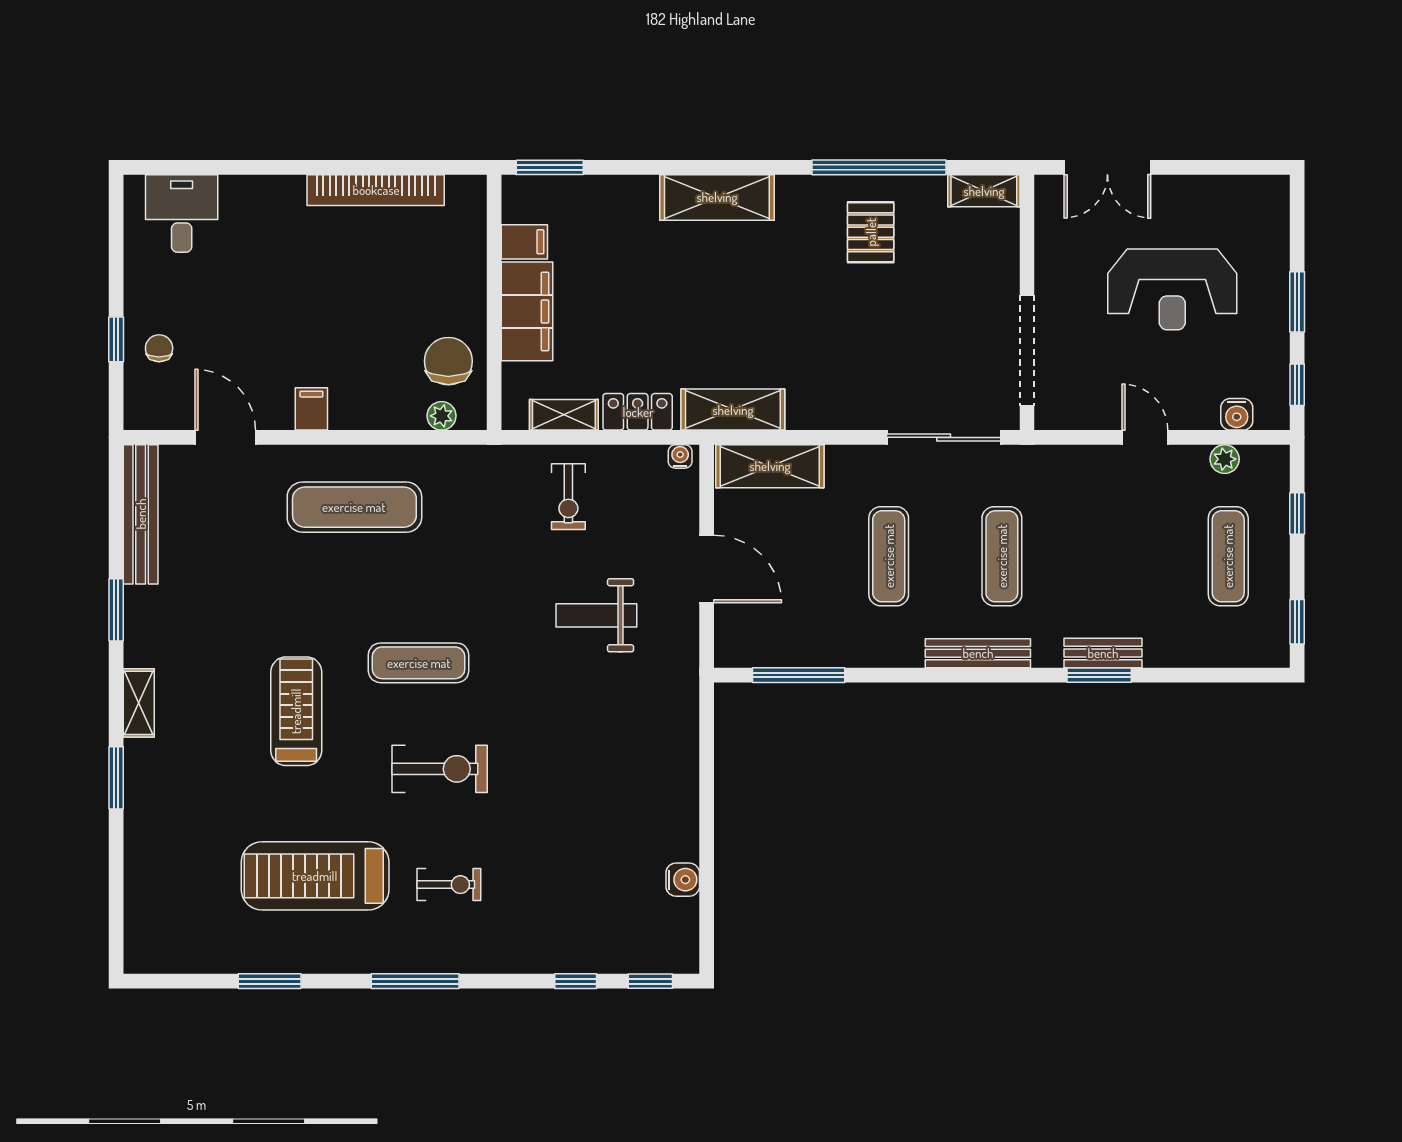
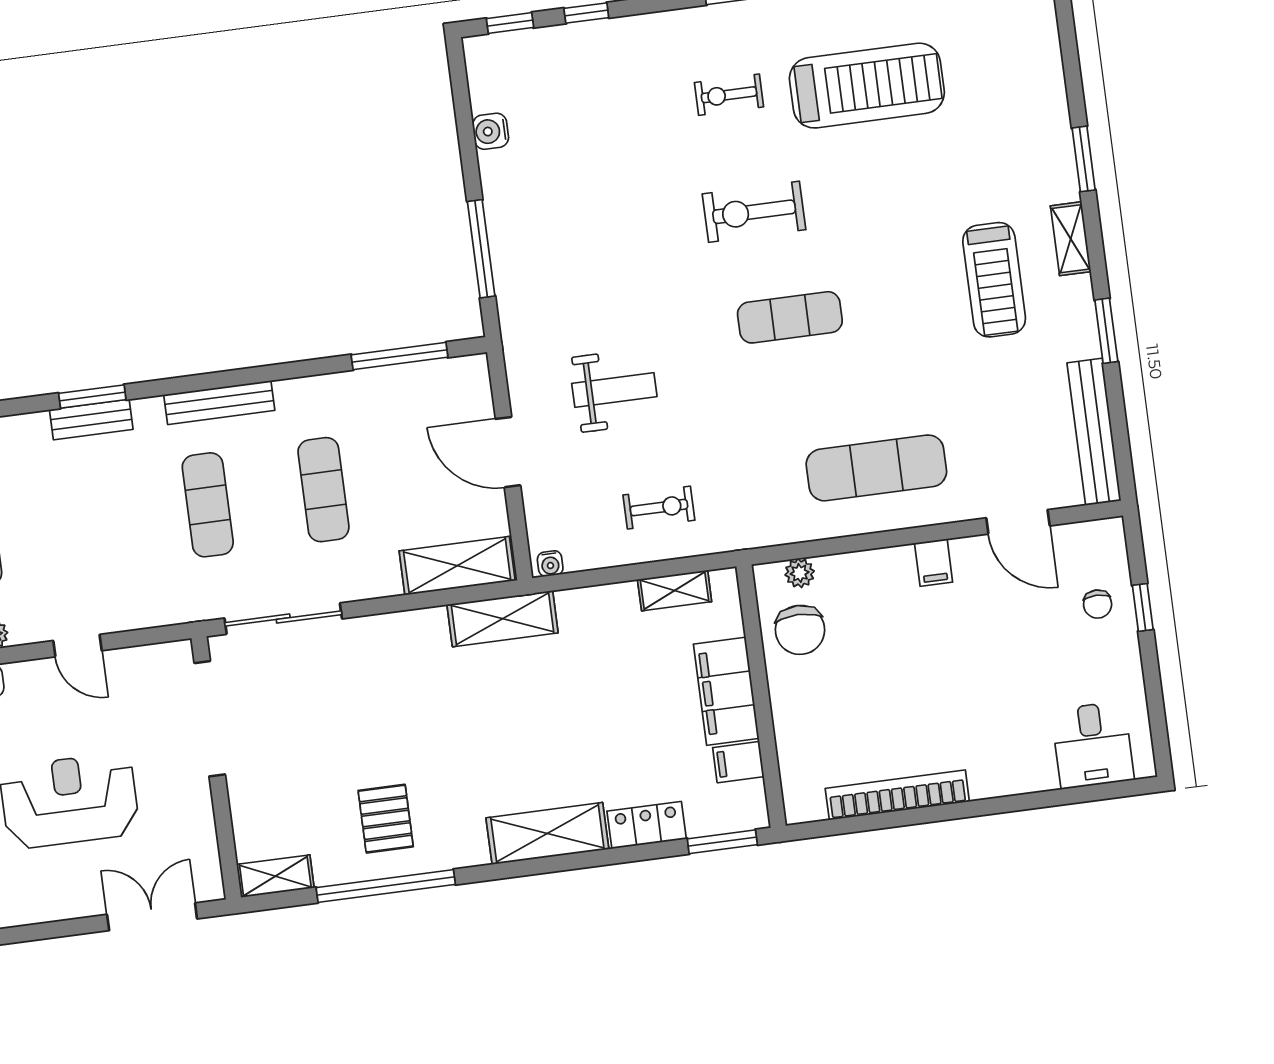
locker: (638, 412) -> (647, 825), moved, turned 180
exercise bike: (568, 497) -> (659, 508), turned 90
treadmill: (296, 711) -> (994, 280), moved
window: (707, 768) -> (481, 249), added

